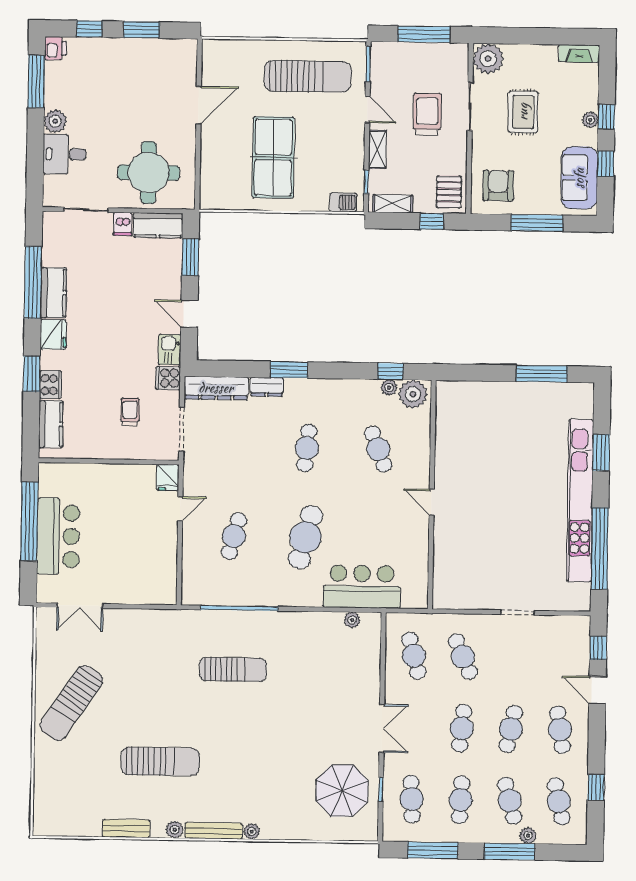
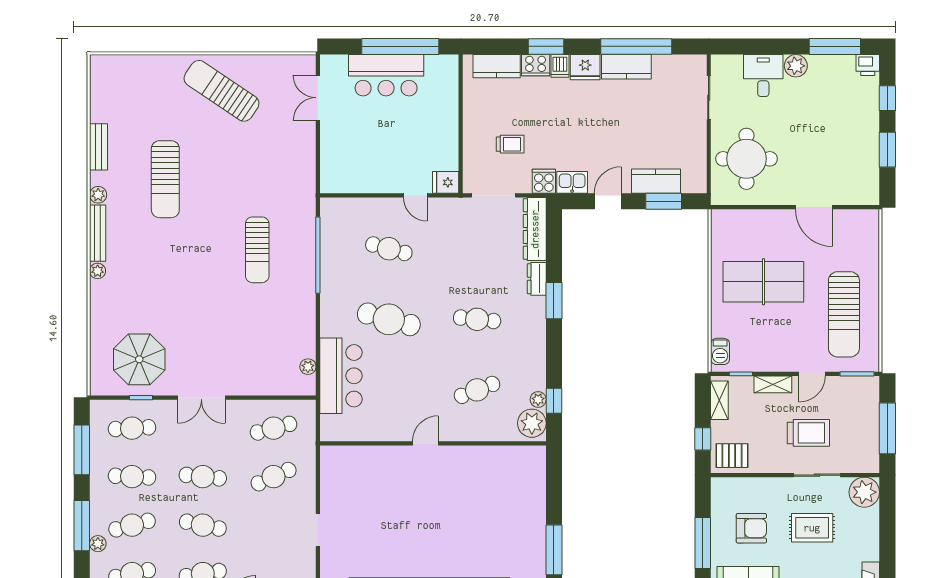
armchair: (498, 186) -> (751, 528), moved
dishwasher: (123, 224) -> (560, 66), moved, turned -90
kitchen counter: (158, 225) -> (656, 181), moved, turned 90

